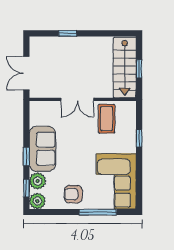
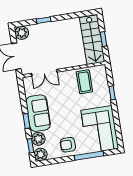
plant: (38, 45) -> (22, 33), added
double door: (77, 99) -> (44, 73), moved

